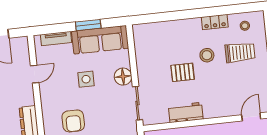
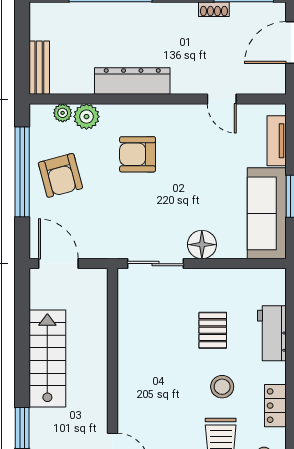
pallet: (183, 72) -> (213, 330), moved
side table: (86, 79) -> (204, 183), removed
workbench: (186, 112) -> (272, 333), moved, turned 180

